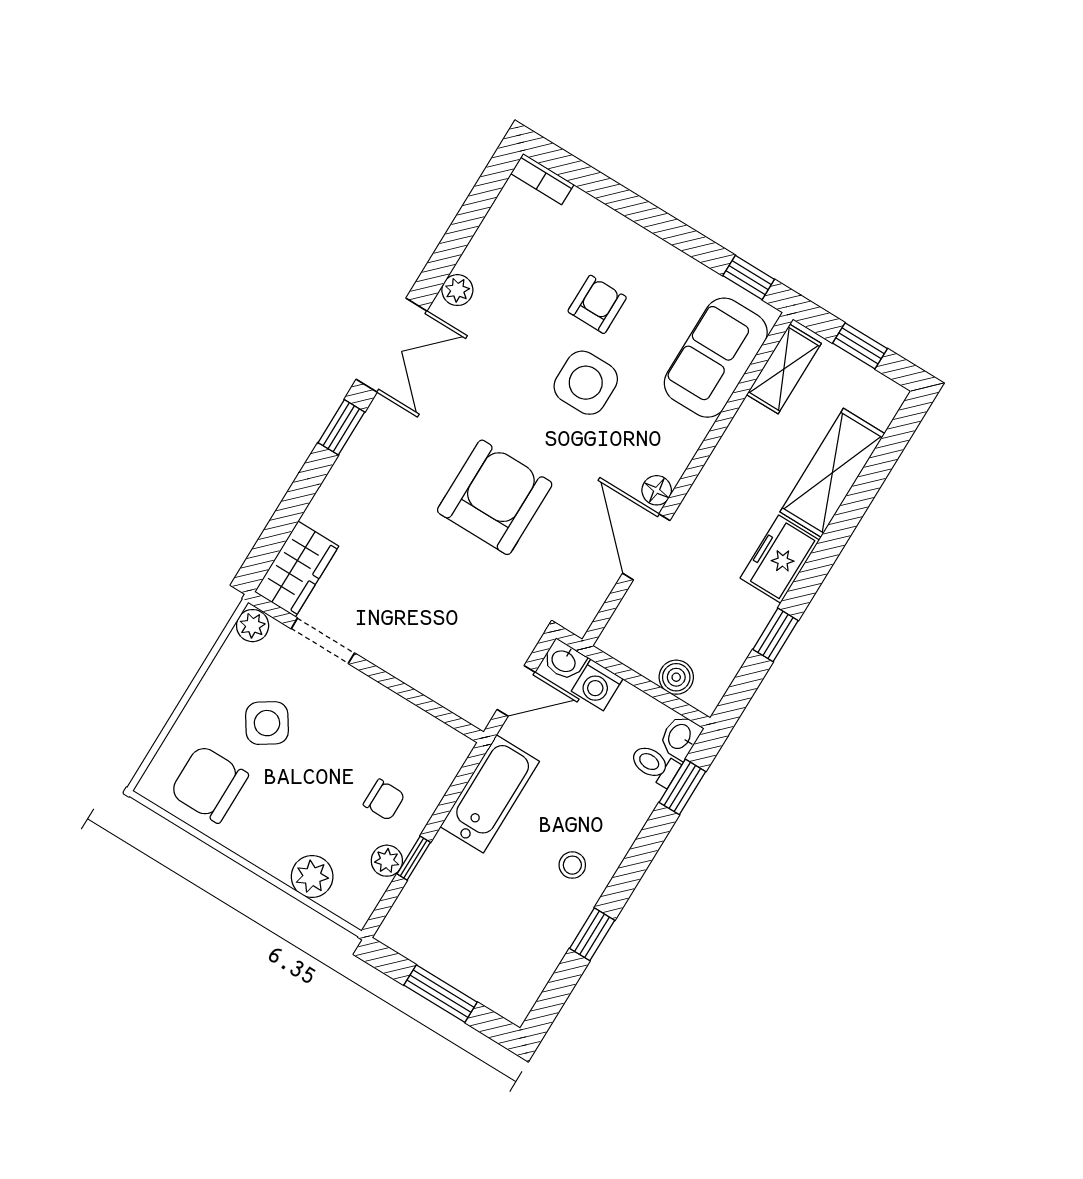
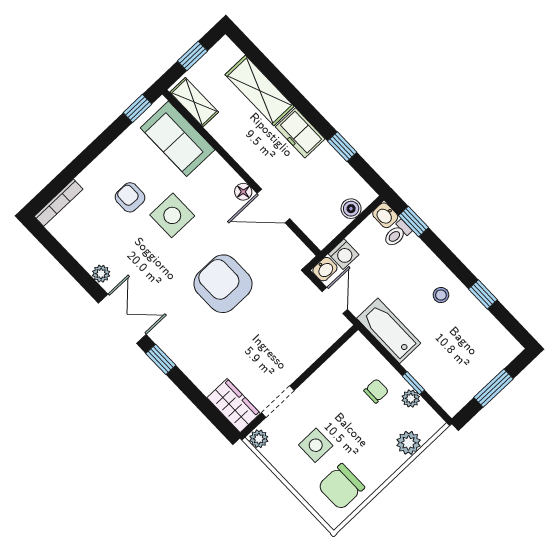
bookcase: (542, 179) -> (59, 203), width x1.56
side table: (267, 723) -> (316, 445), turned 33

